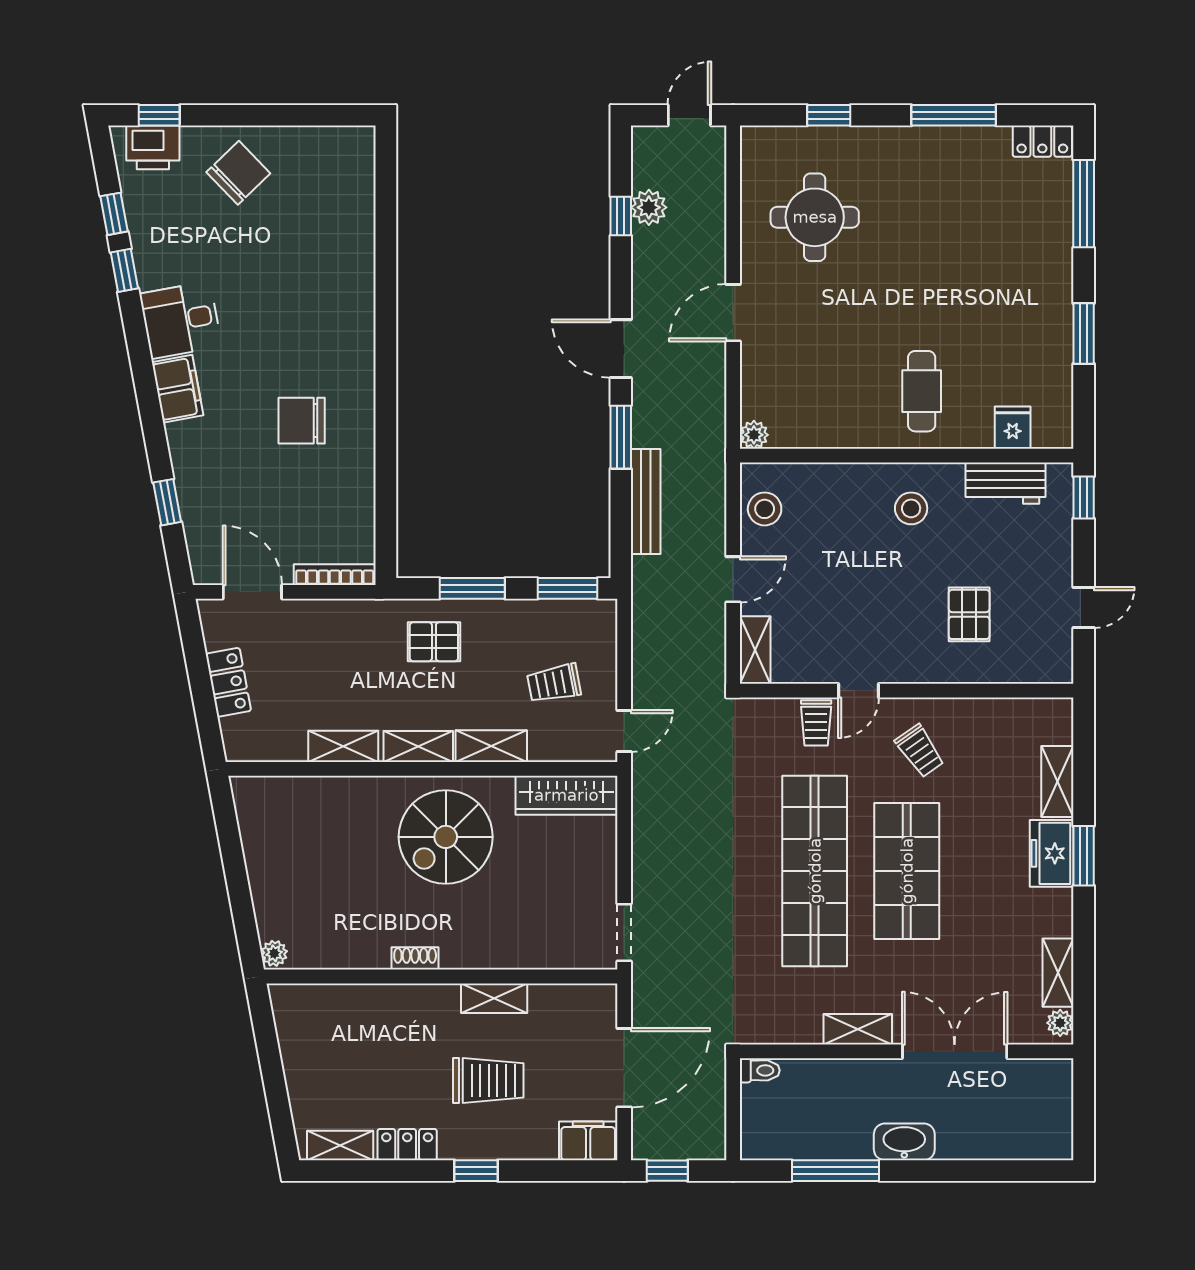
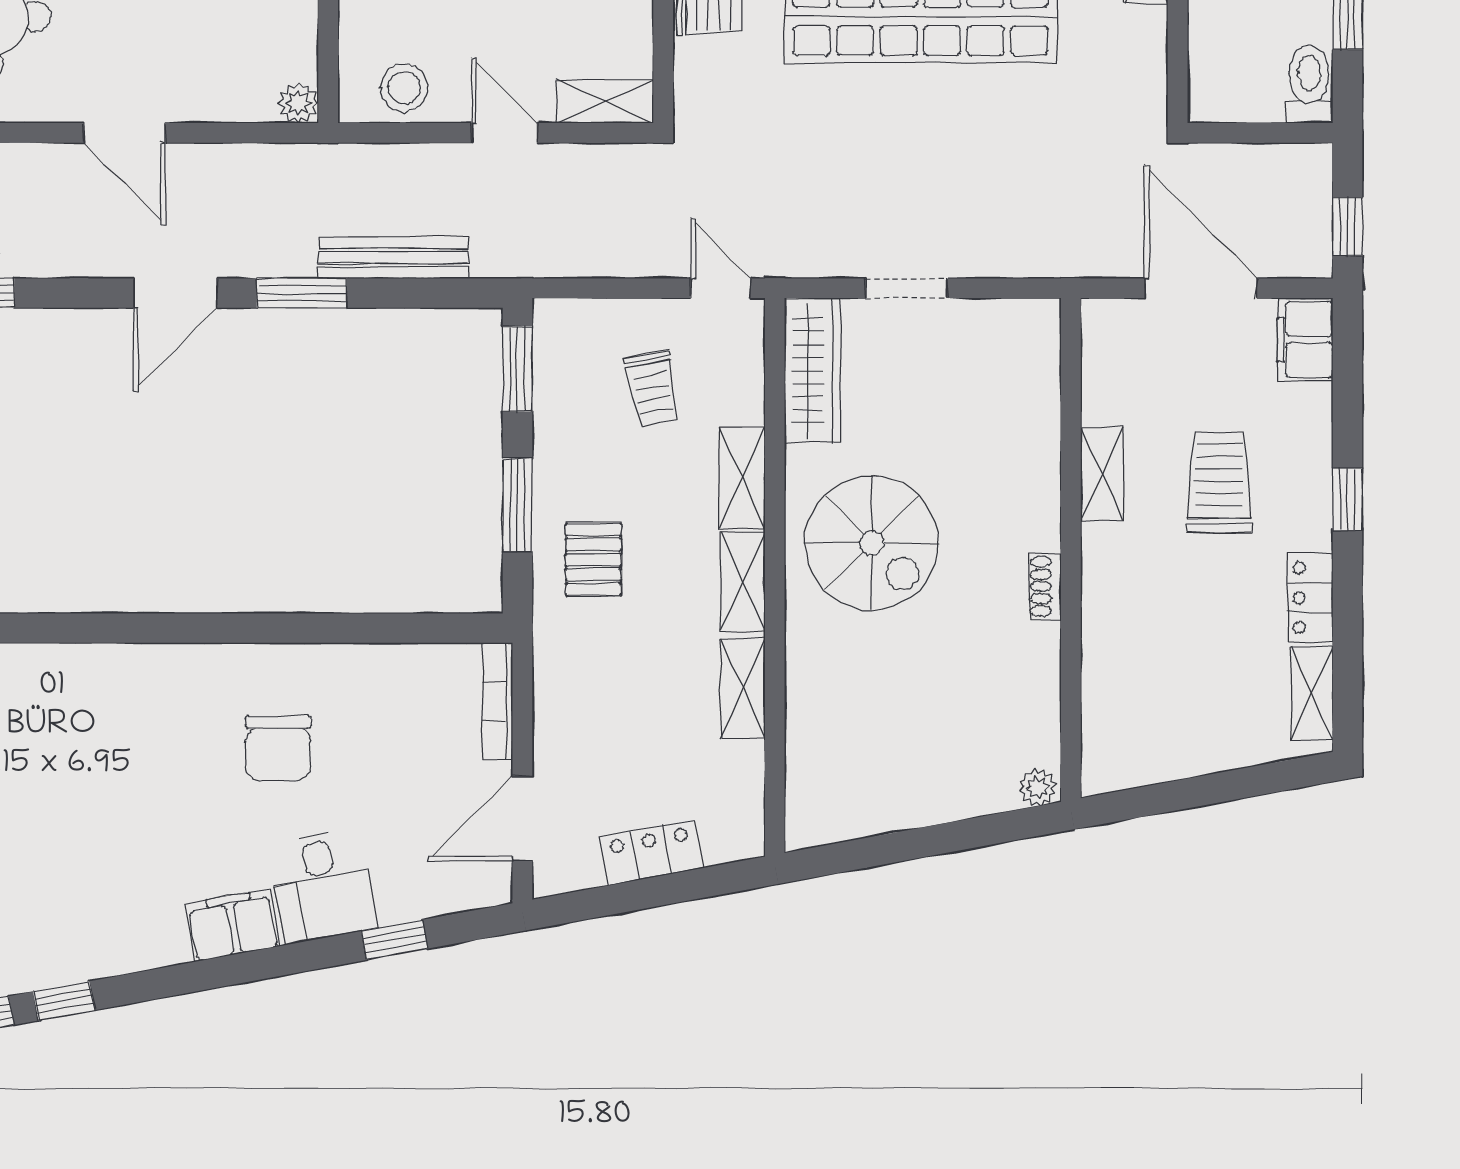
desk: (181, 320) -> (323, 886), moved
doorway: (624, 932) -> (907, 288), moved
toilet: (760, 1070) -> (1309, 84), moved, width x1.37, depth x1.39

